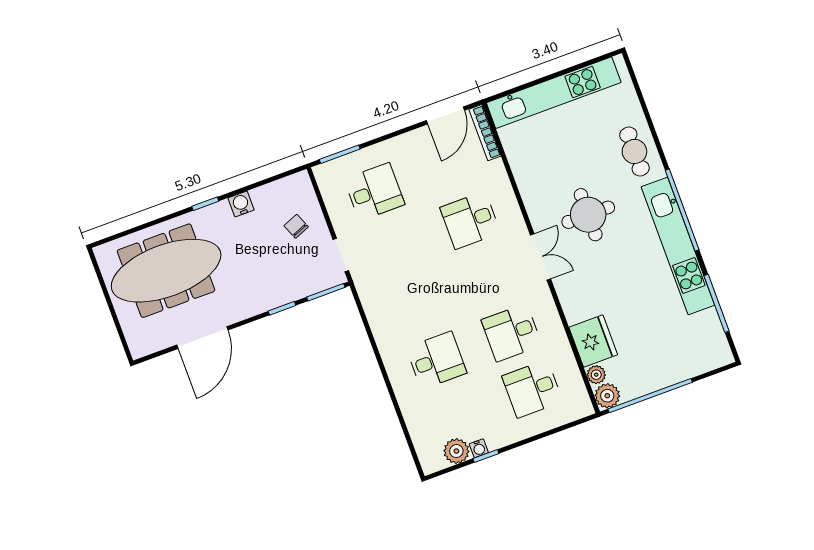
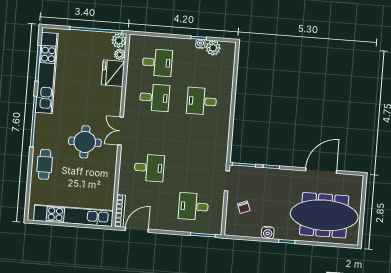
kitchen unit: (678, 246) -> (47, 73), moved

